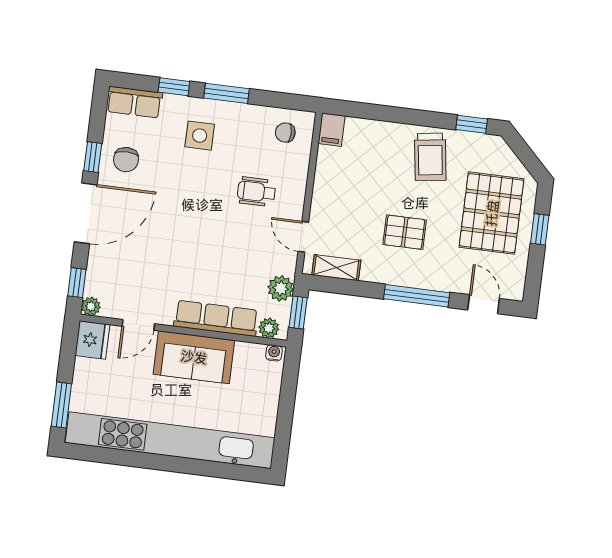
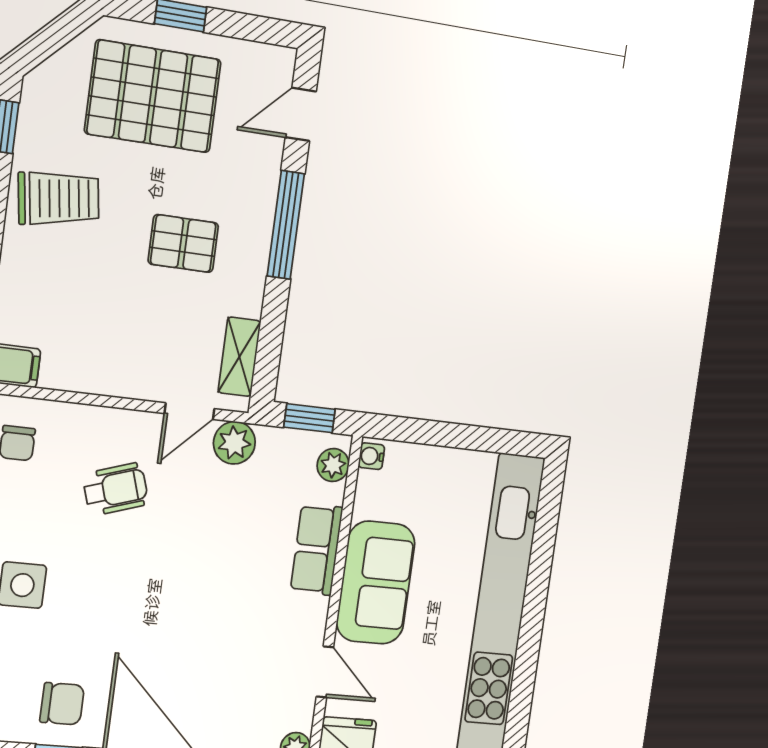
wheelchair: (256, 192) -> (116, 489), turned -108
pallet: (405, 232) -> (183, 243), turned 90
plant: (281, 288) -> (234, 443), moved
row of seats: (216, 318) -> (317, 549), width x0.68

